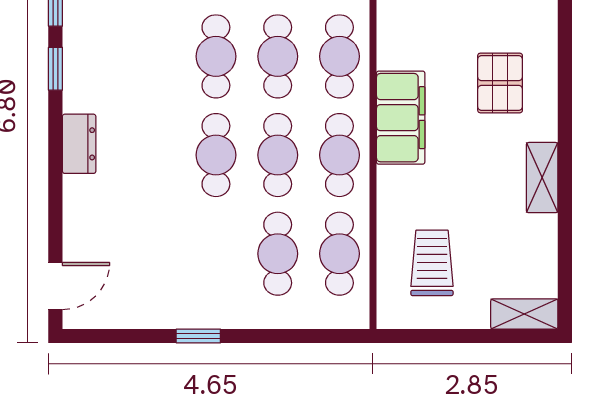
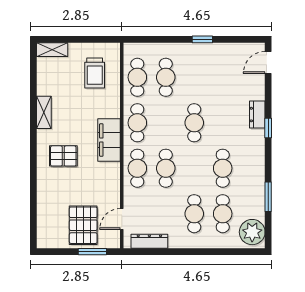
cafe table: (216, 56) -> (223, 168), moved
window: (55, 69) -> (268, 128), moved
pallet: (500, 83) -> (63, 156), turned 90
dresser: (79, 144) -> (257, 115), moved
cafe table: (278, 155) -> (166, 123), removed

